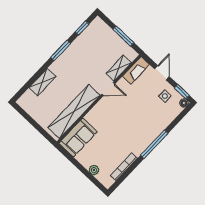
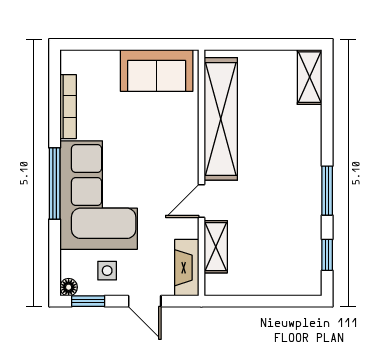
window: (123, 36) -> (254, 301), removed
shelving: (42, 82) -> (310, 77), moved
corner sofa: (143, 125) -> (99, 195), added
sofa: (78, 138) -> (157, 70), moved, turned -90
plant: (94, 170) -> (108, 60), removed

